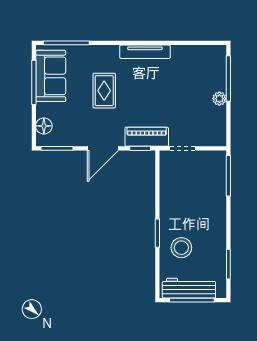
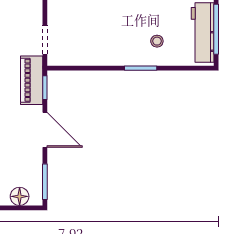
stool: (181, 248) -> (157, 41), width x0.53, depth x0.53

